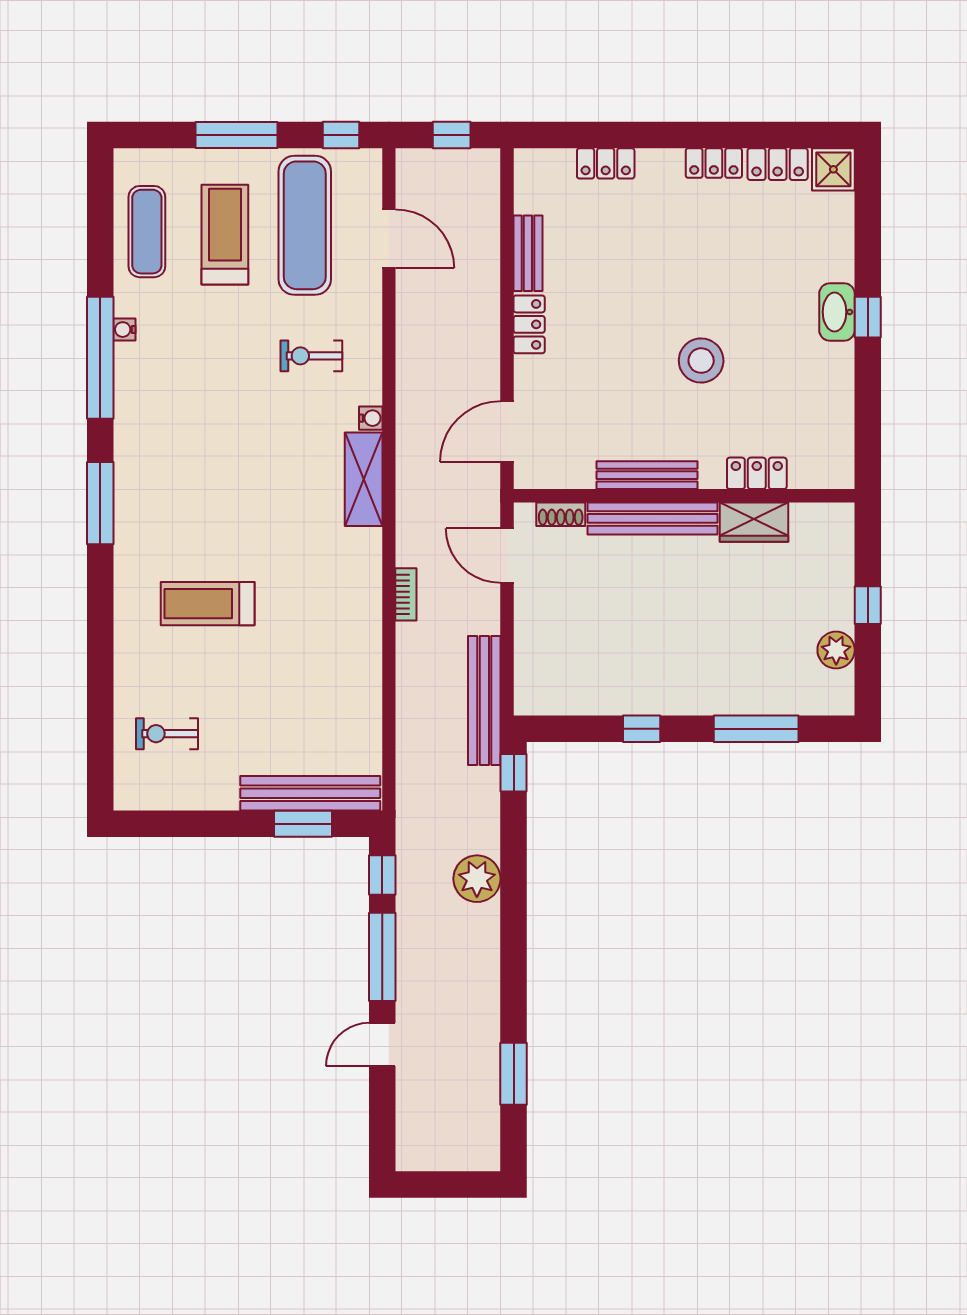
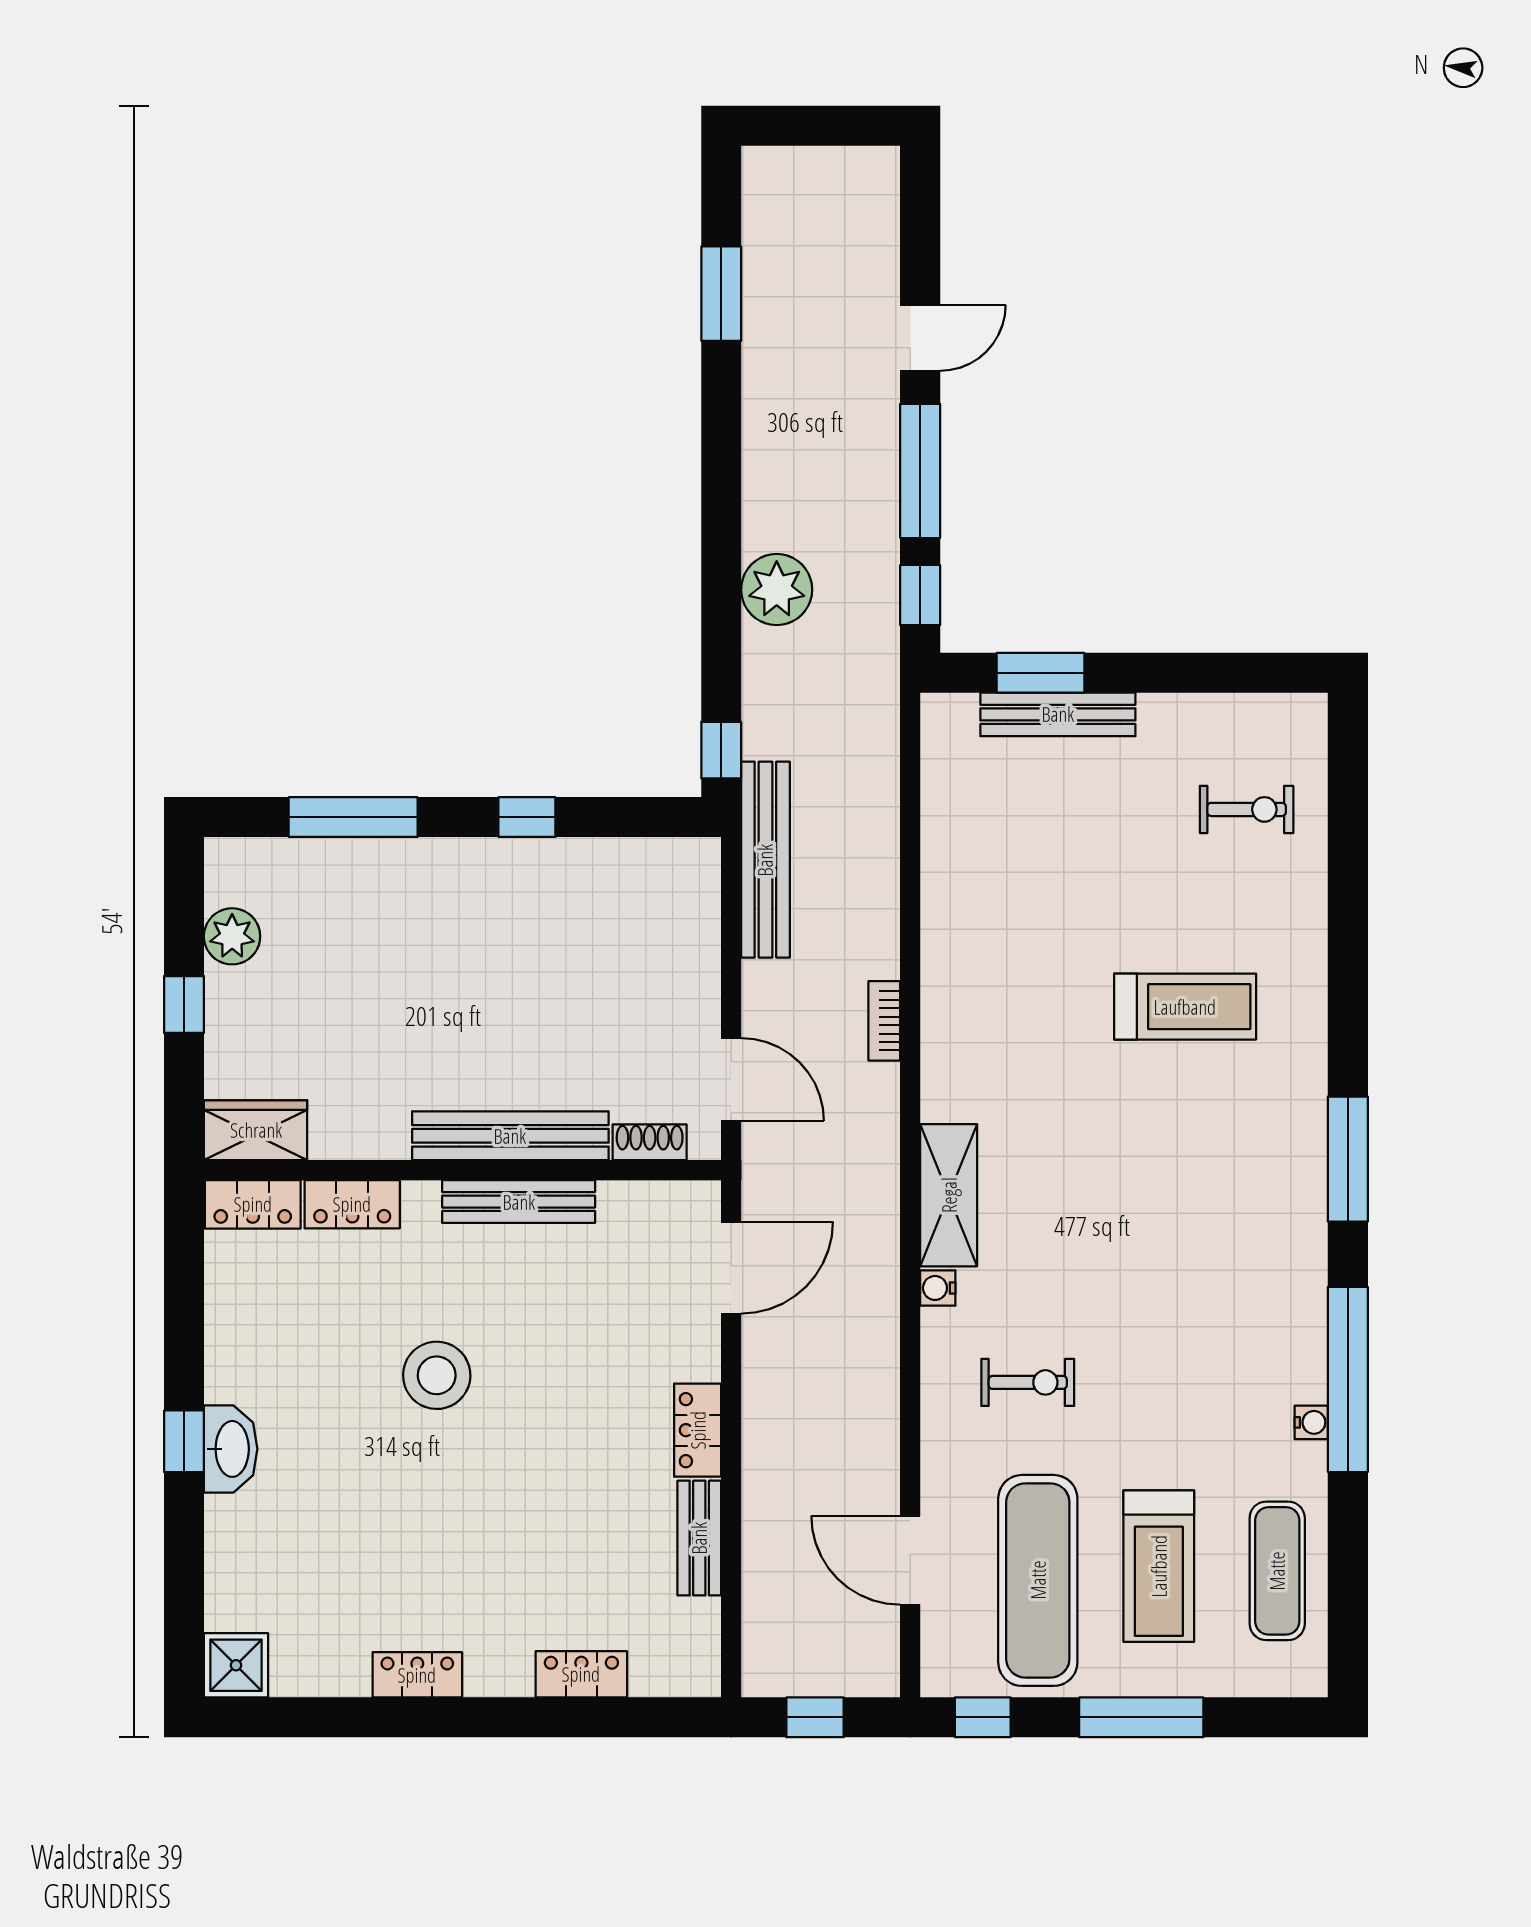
locker: (778, 164) -> (253, 1204), moved, turned 180
wardrobe: (754, 522) -> (256, 1130), moved
bench: (310, 793) -> (1058, 714), width x0.73, depth x0.82

